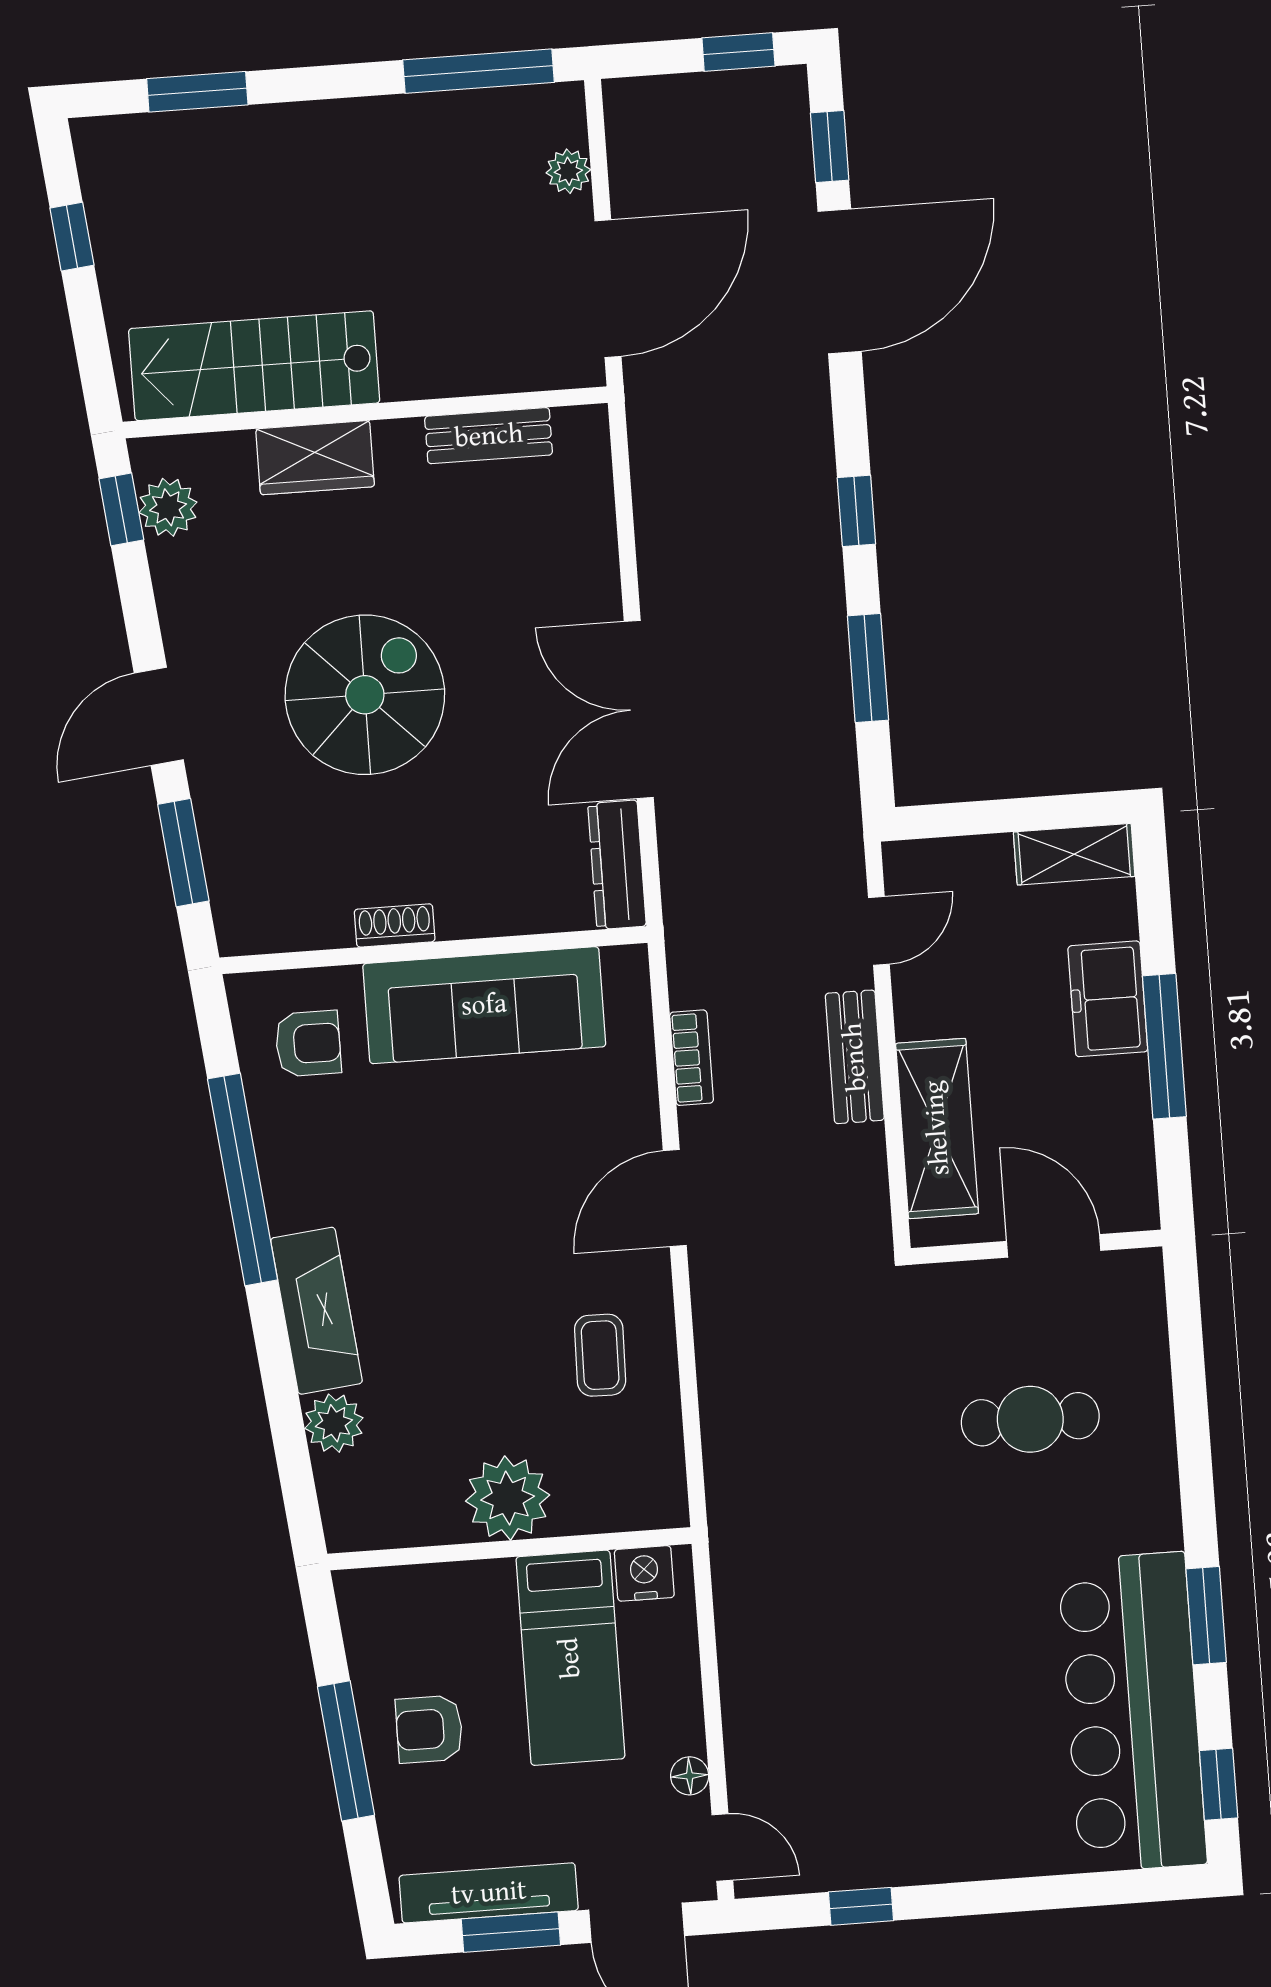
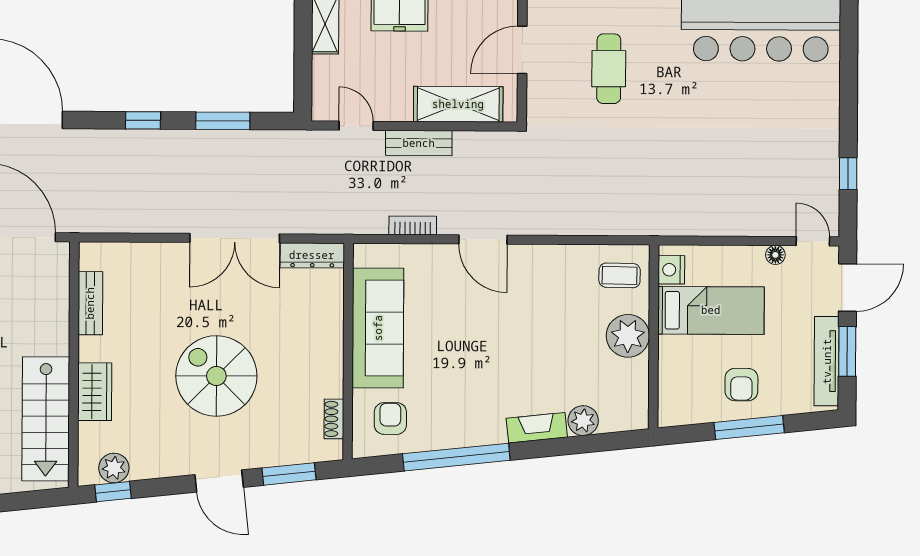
shoe rack: (395, 925) -> (334, 419), moved
fireplace: (317, 1311) -> (537, 428), width x0.73, depth x0.76
coffee table: (600, 1355) -> (620, 275), moved
door: (722, 1847) -> (813, 241), hinge flipped

